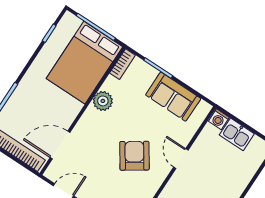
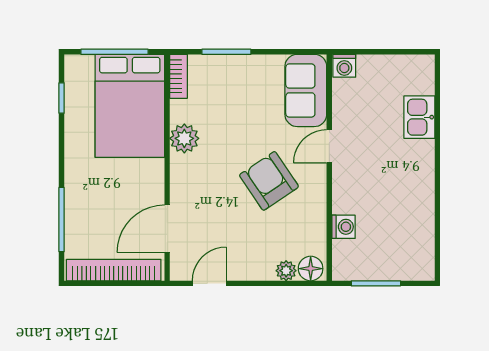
sofa: (173, 97) -> (306, 90), moved, turned 90
kitchen sink: (237, 134) -> (419, 117), moved, turned 90
door: (181, 159) -> (329, 146), hinge flipped

